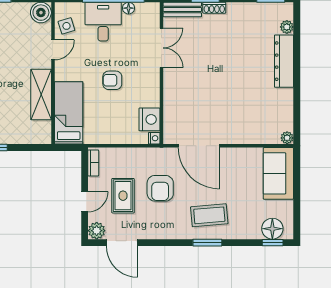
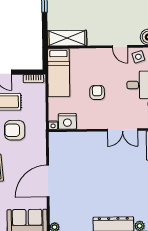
shelving: (41, 95) -> (67, 38), moved
bed: (69, 113) -> (59, 73), moved, turned 90
door: (199, 146) -> (48, 181), moved

